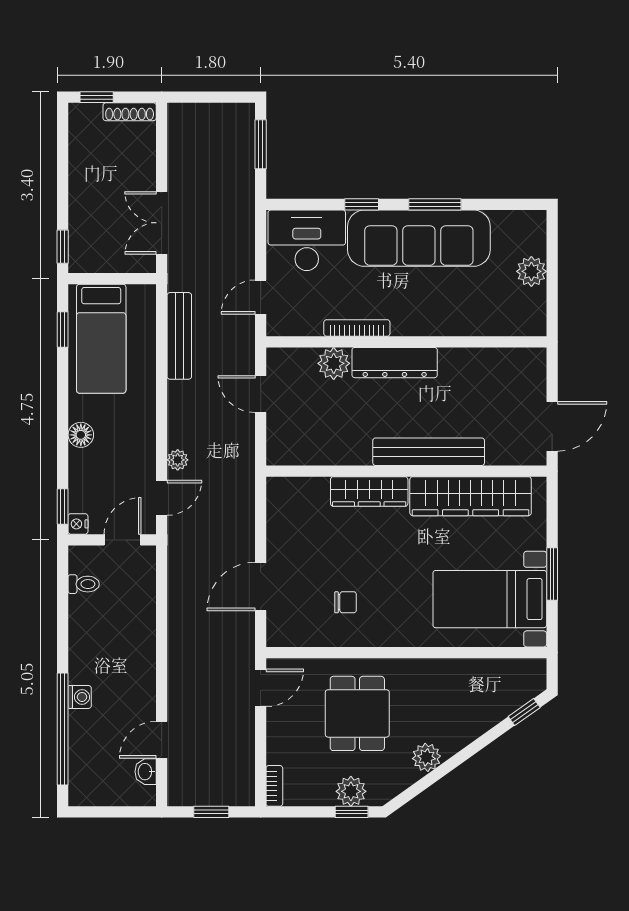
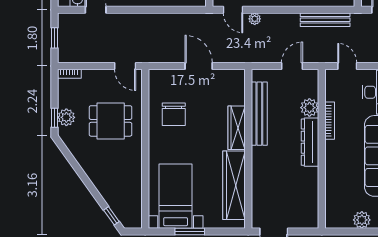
bench: (429, 452) -> (259, 114), moved
door: (261, 586) -> (199, 66), moved
chair: (345, 602) -> (174, 114), width x1.87, depth x1.87
plant: (426, 757) -> (86, 160), removed

